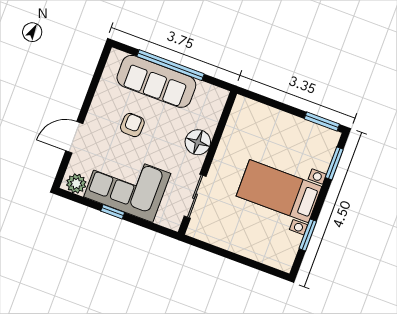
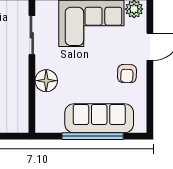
armchair: (132, 125) -> (127, 74), moved

